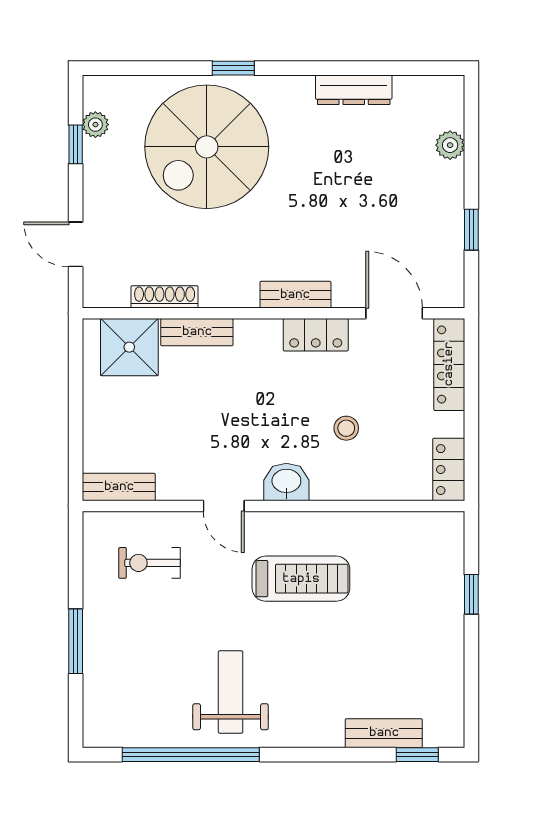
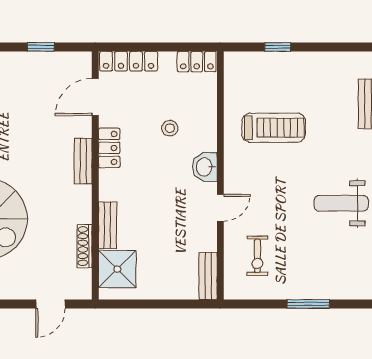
treadmill: (301, 579) -> (274, 128), moved, turned 90

